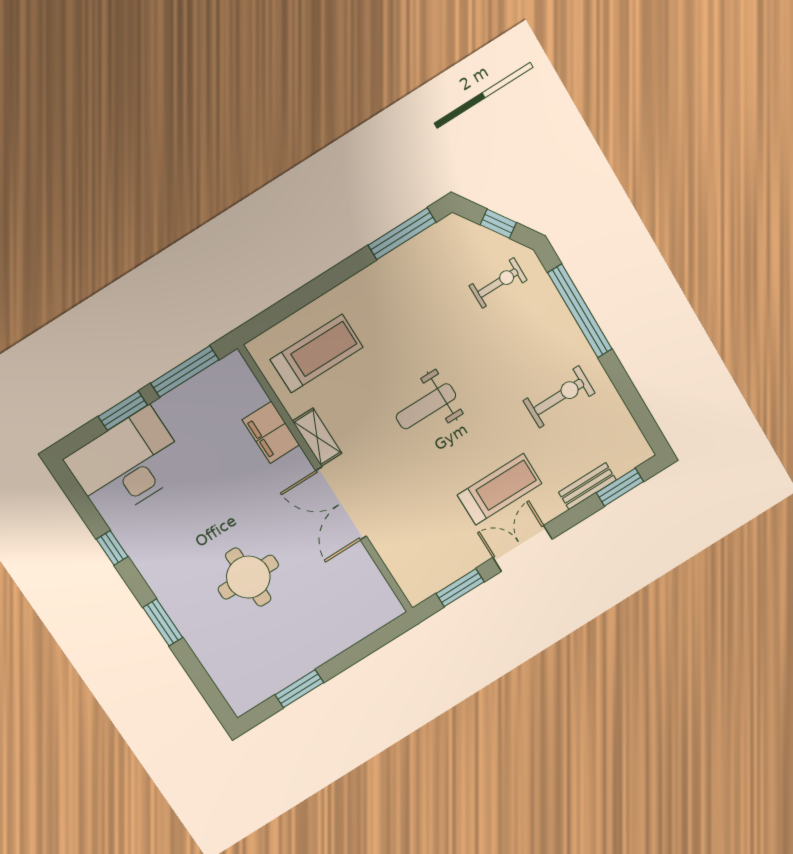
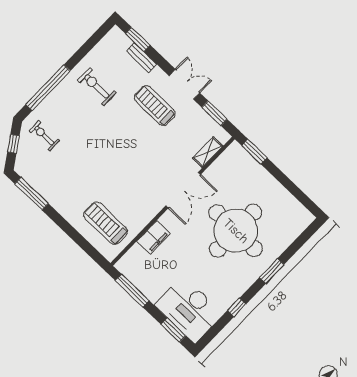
weight bench: (426, 406) -> (119, 158), removed
window: (123, 411) -> (173, 330), moved
shelving: (317, 437) -> (208, 152), moved
double door: (523, 548) -> (184, 84), swing flipped
round table: (248, 577) -> (236, 231), width x1.86, depth x1.86
window: (299, 689) -> (254, 152), moved

